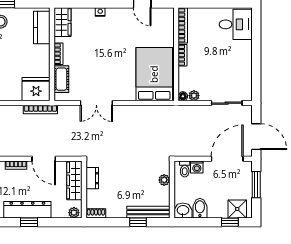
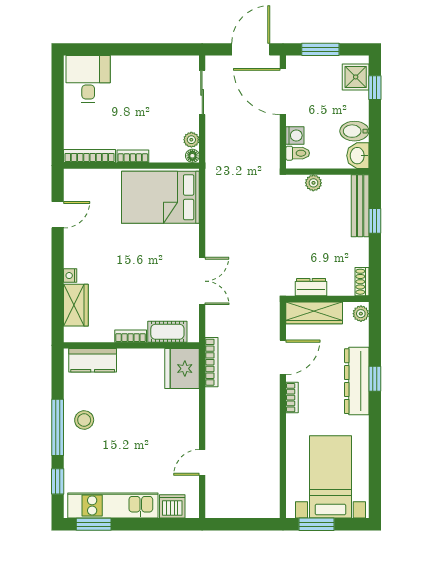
wardrobe: (62, 22) -> (76, 305), moved, turned 90

